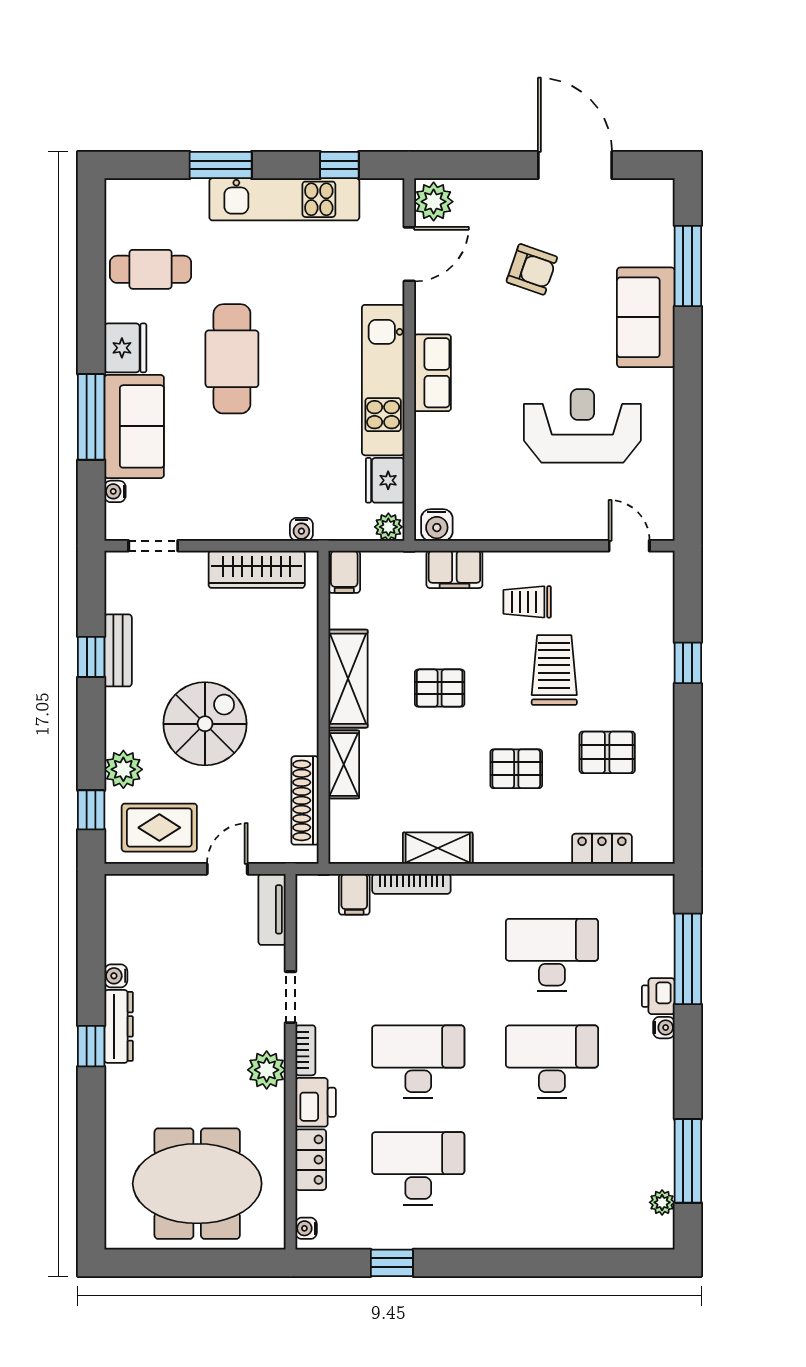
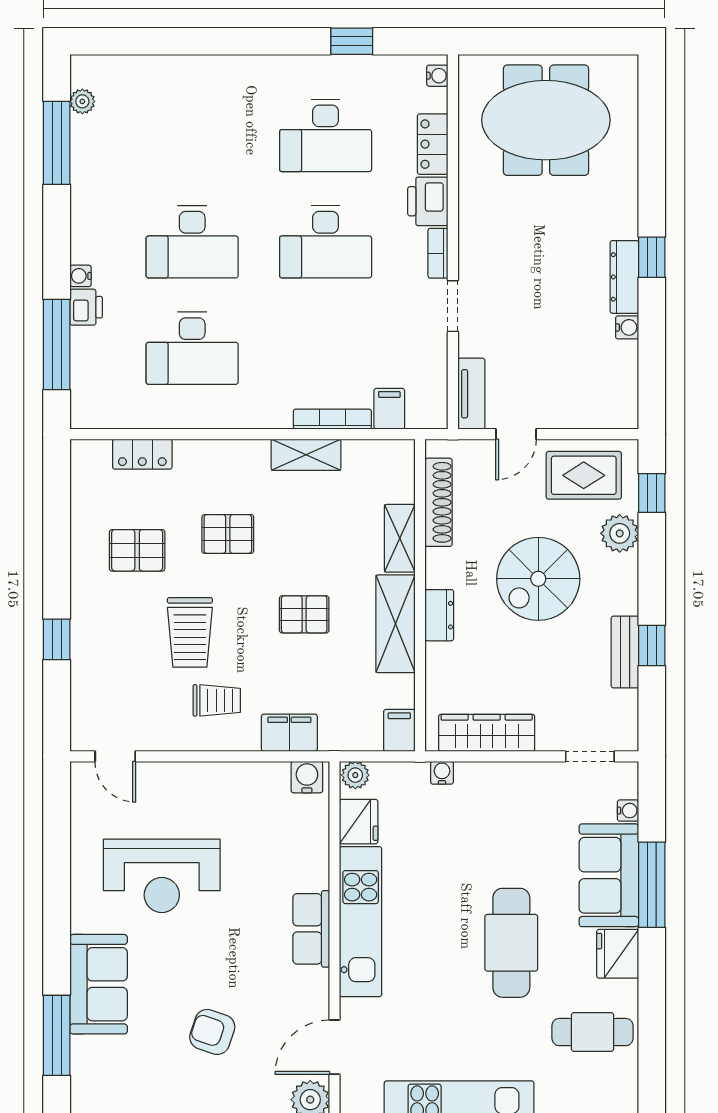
dresser: (304, 687) -> (439, 615), added
plant: (267, 1070) -> (477, 234), removed

